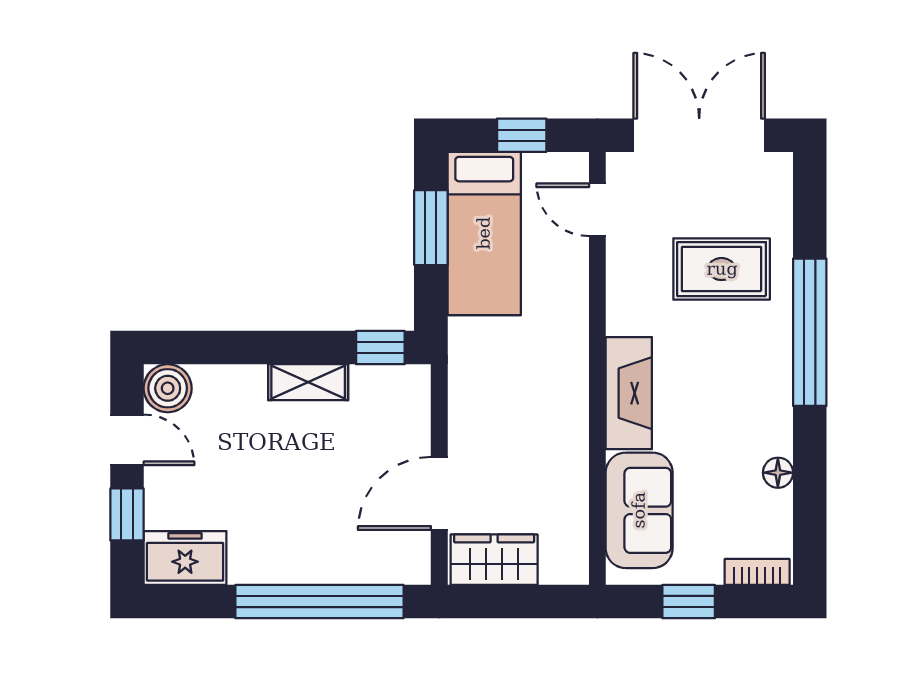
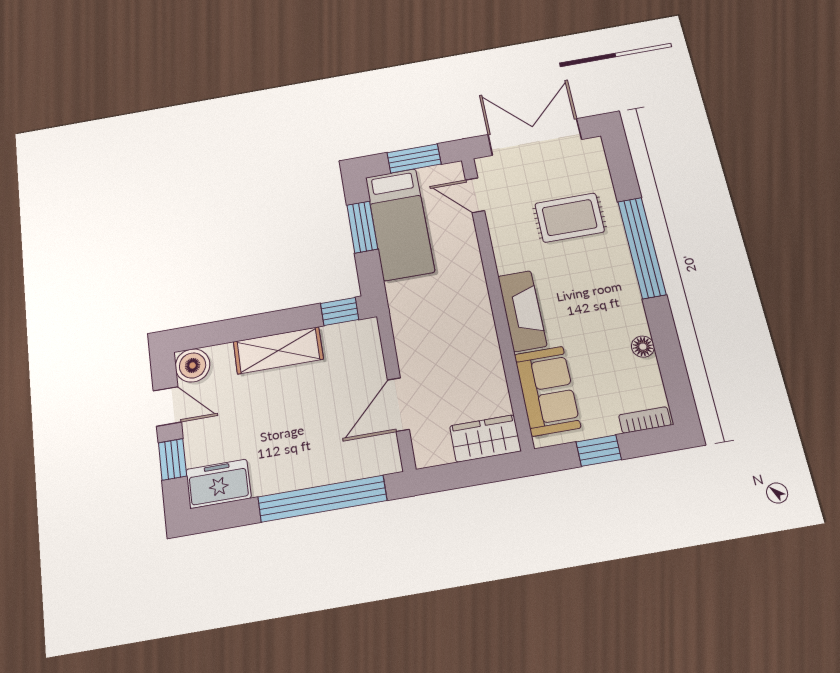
window: (522, 135) -> (414, 158), width x1.50
shelving: (308, 382) -> (278, 350), width x1.50, depth x1.33
wardrobe: (494, 560) -> (485, 439), moved

